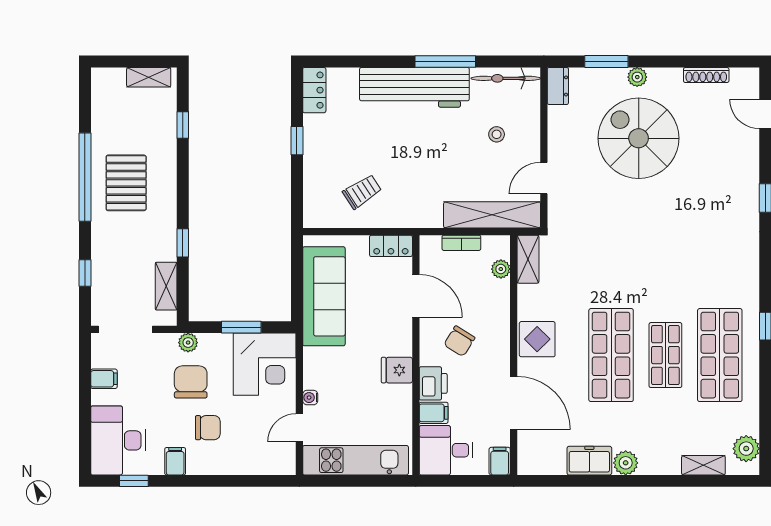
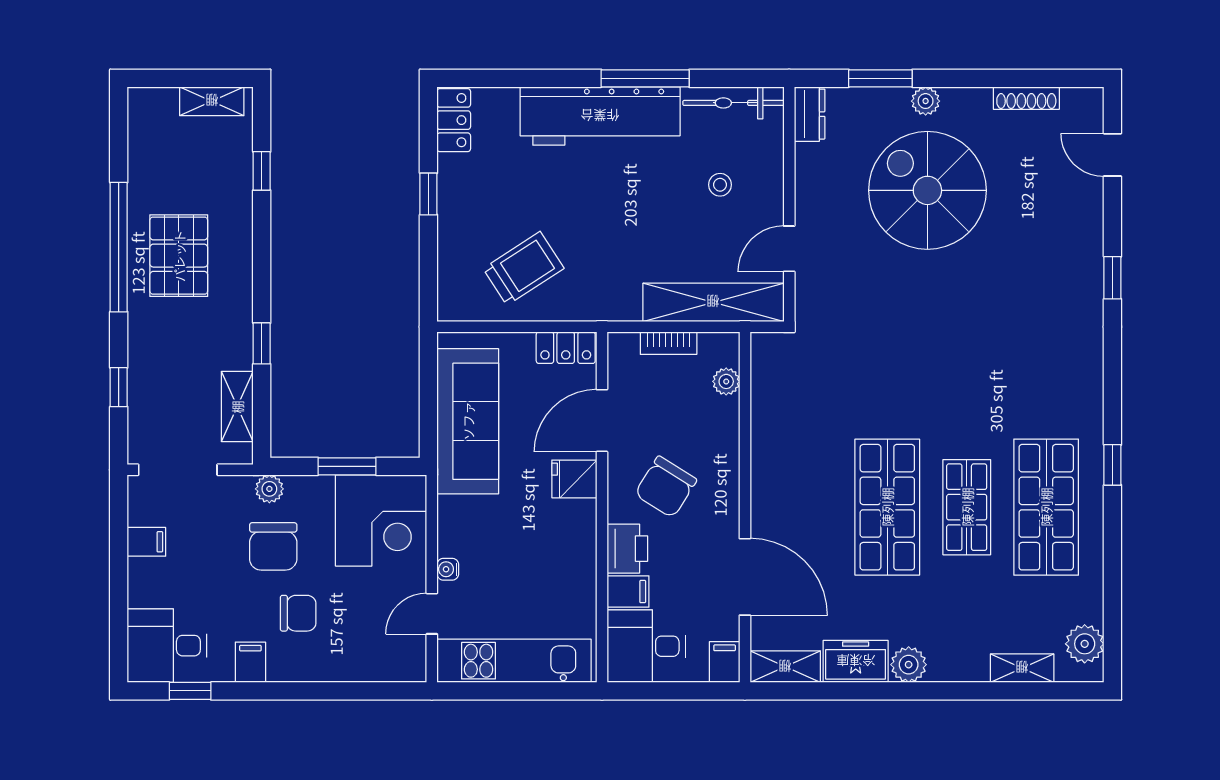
trolley: (362, 192) -> (523, 268), width x1.36, depth x1.39
shelving: (528, 259) -> (785, 667), moved, turned 90
door: (416, 296) -> (602, 421), swing flipped
display table: (537, 339) -> (779, 484), removed
chair: (459, 341) -> (666, 487), width x1.37, depth x1.37
fridge: (397, 370) -> (574, 479), moved
chair: (191, 382) -> (273, 546), turned 180
desk: (118, 440) -> (167, 646), width x0.73

